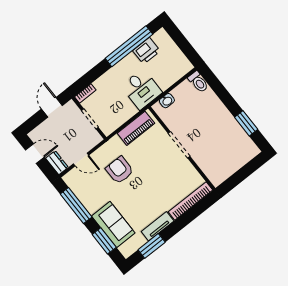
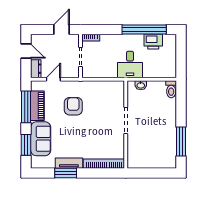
window: (246, 123) -> (181, 141), width x1.44
piano: (136, 128) -> (37, 106), moved, turned -90
door: (81, 160) -> (53, 79), swing flipped
window: (152, 246) -> (66, 173), moved

